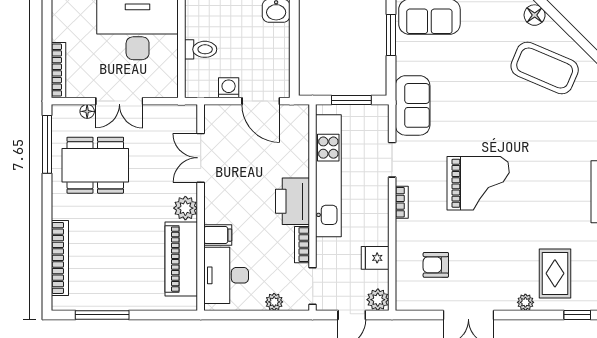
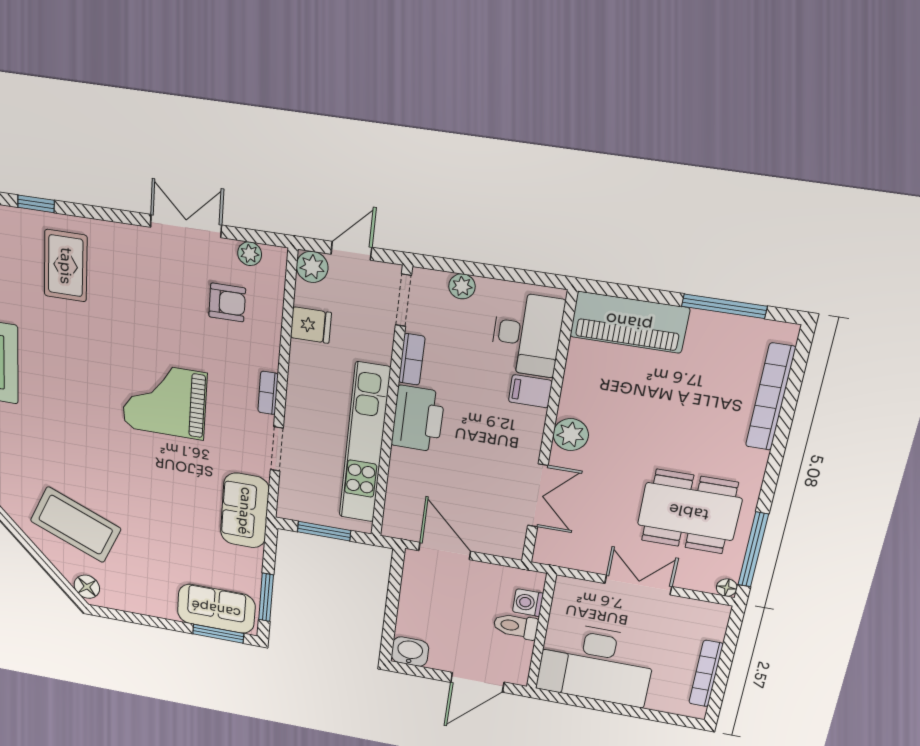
bookcase: (58, 70) -> (706, 674), moved
washing machine: (229, 88) -> (528, 603), moved, turned 90
floor lamp: (87, 111) -> (727, 588), moved
piano: (181, 259) -> (629, 322), moved, turned 90
plant: (525, 302) -> (250, 254), moved

